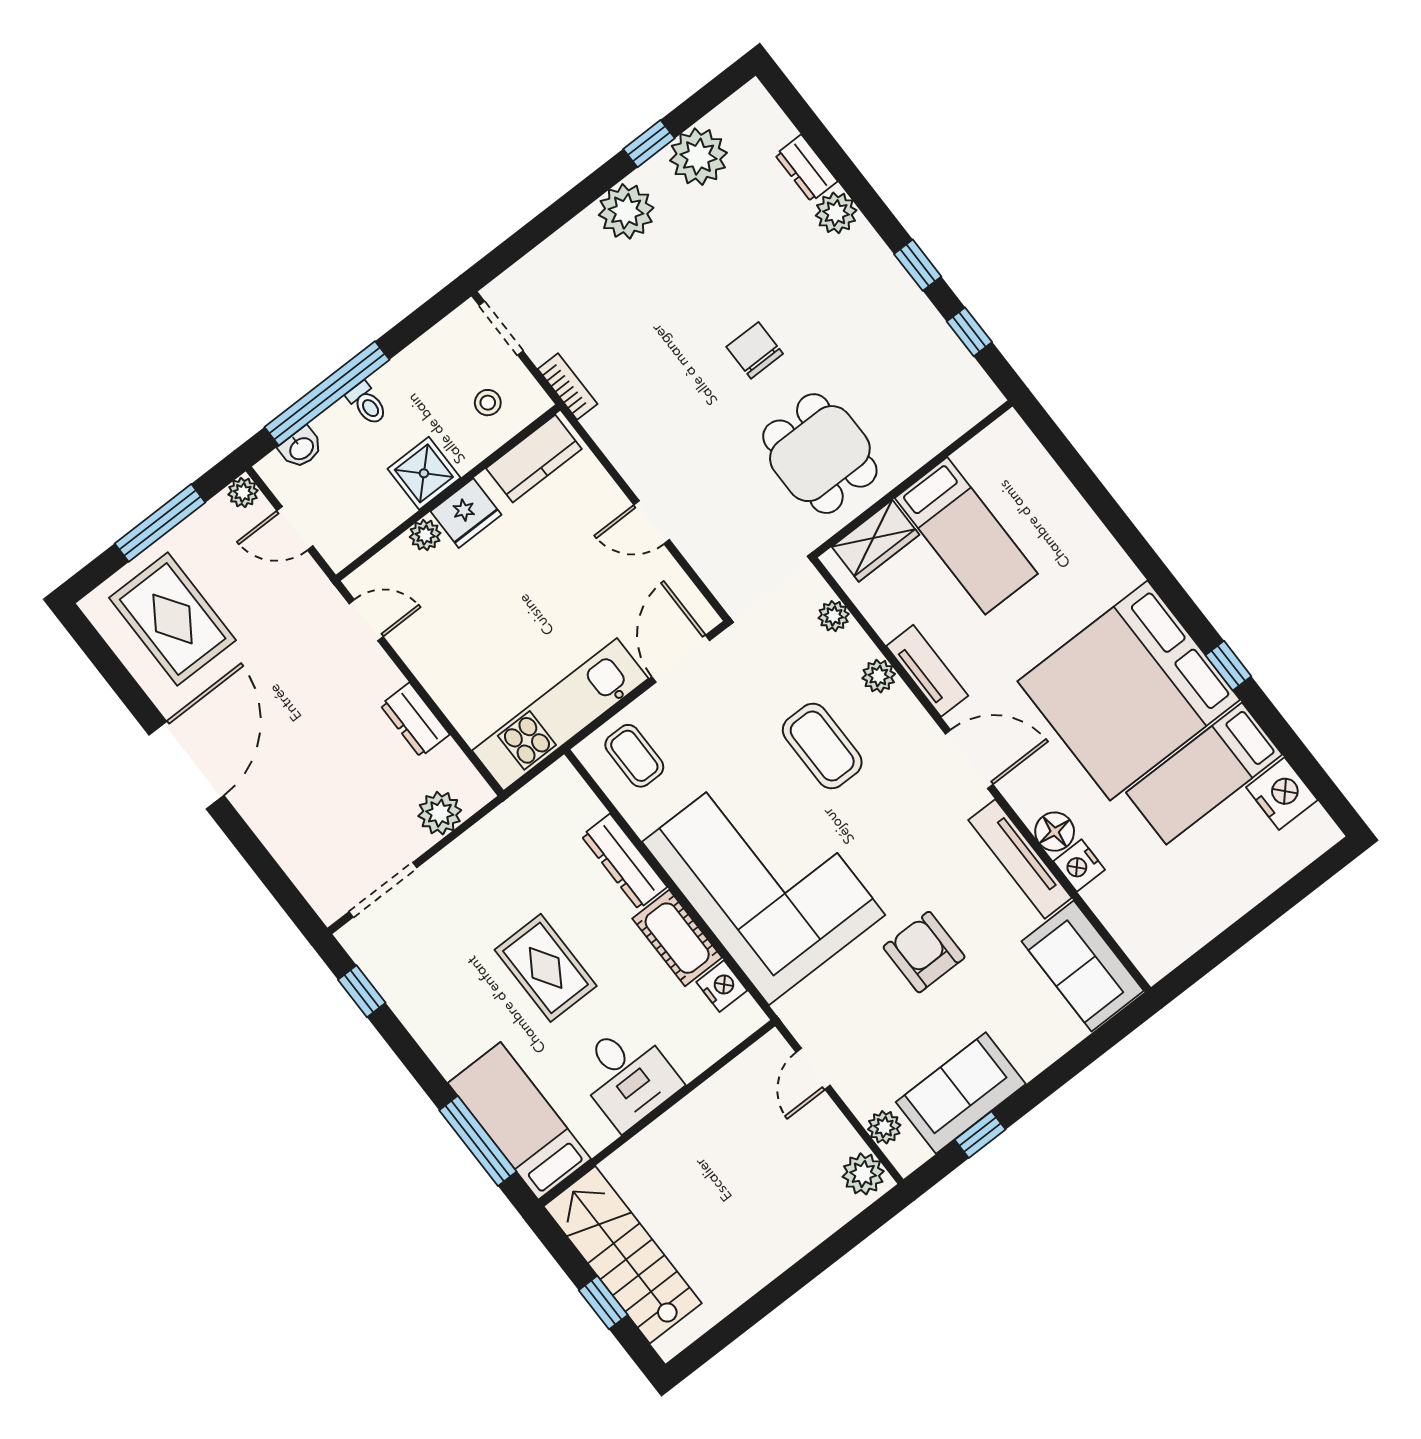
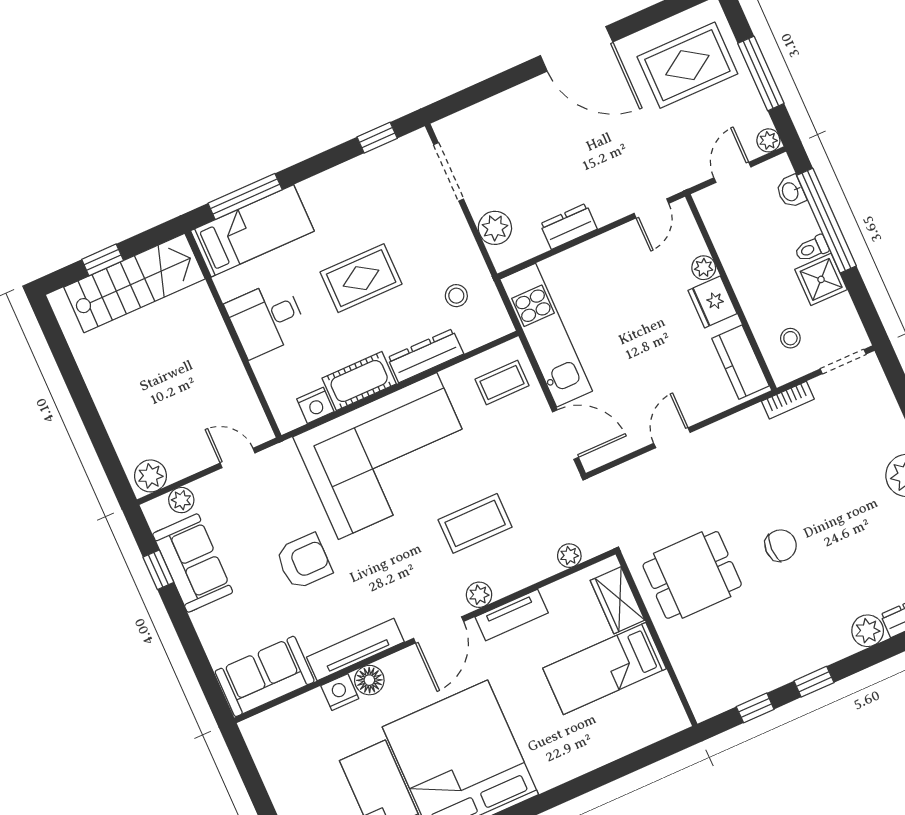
shower: (424, 473) -> (821, 279), moved
plant: (879, 676) -> (479, 595), moved
stool: (538, 841) -> (456, 296), added

